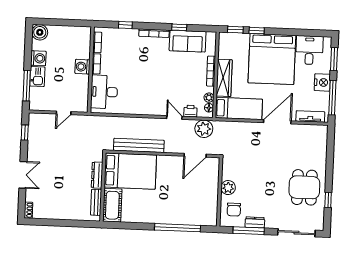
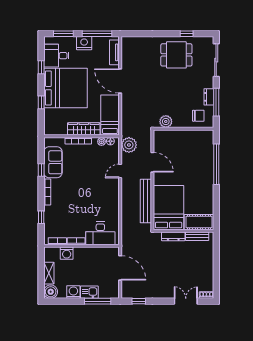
window: (235, 30) -> (41, 67), moved
shelving: (61, 31) -> (49, 273), added
washing machine: (82, 67) -> (67, 253), moved
printer: (190, 111) -> (114, 157), removed
door: (64, 113) -> (120, 268), width x1.87
door: (195, 155) -> (152, 162), moved
double door: (23, 175) -> (186, 301), moved
plant: (228, 188) -> (166, 121), moved

